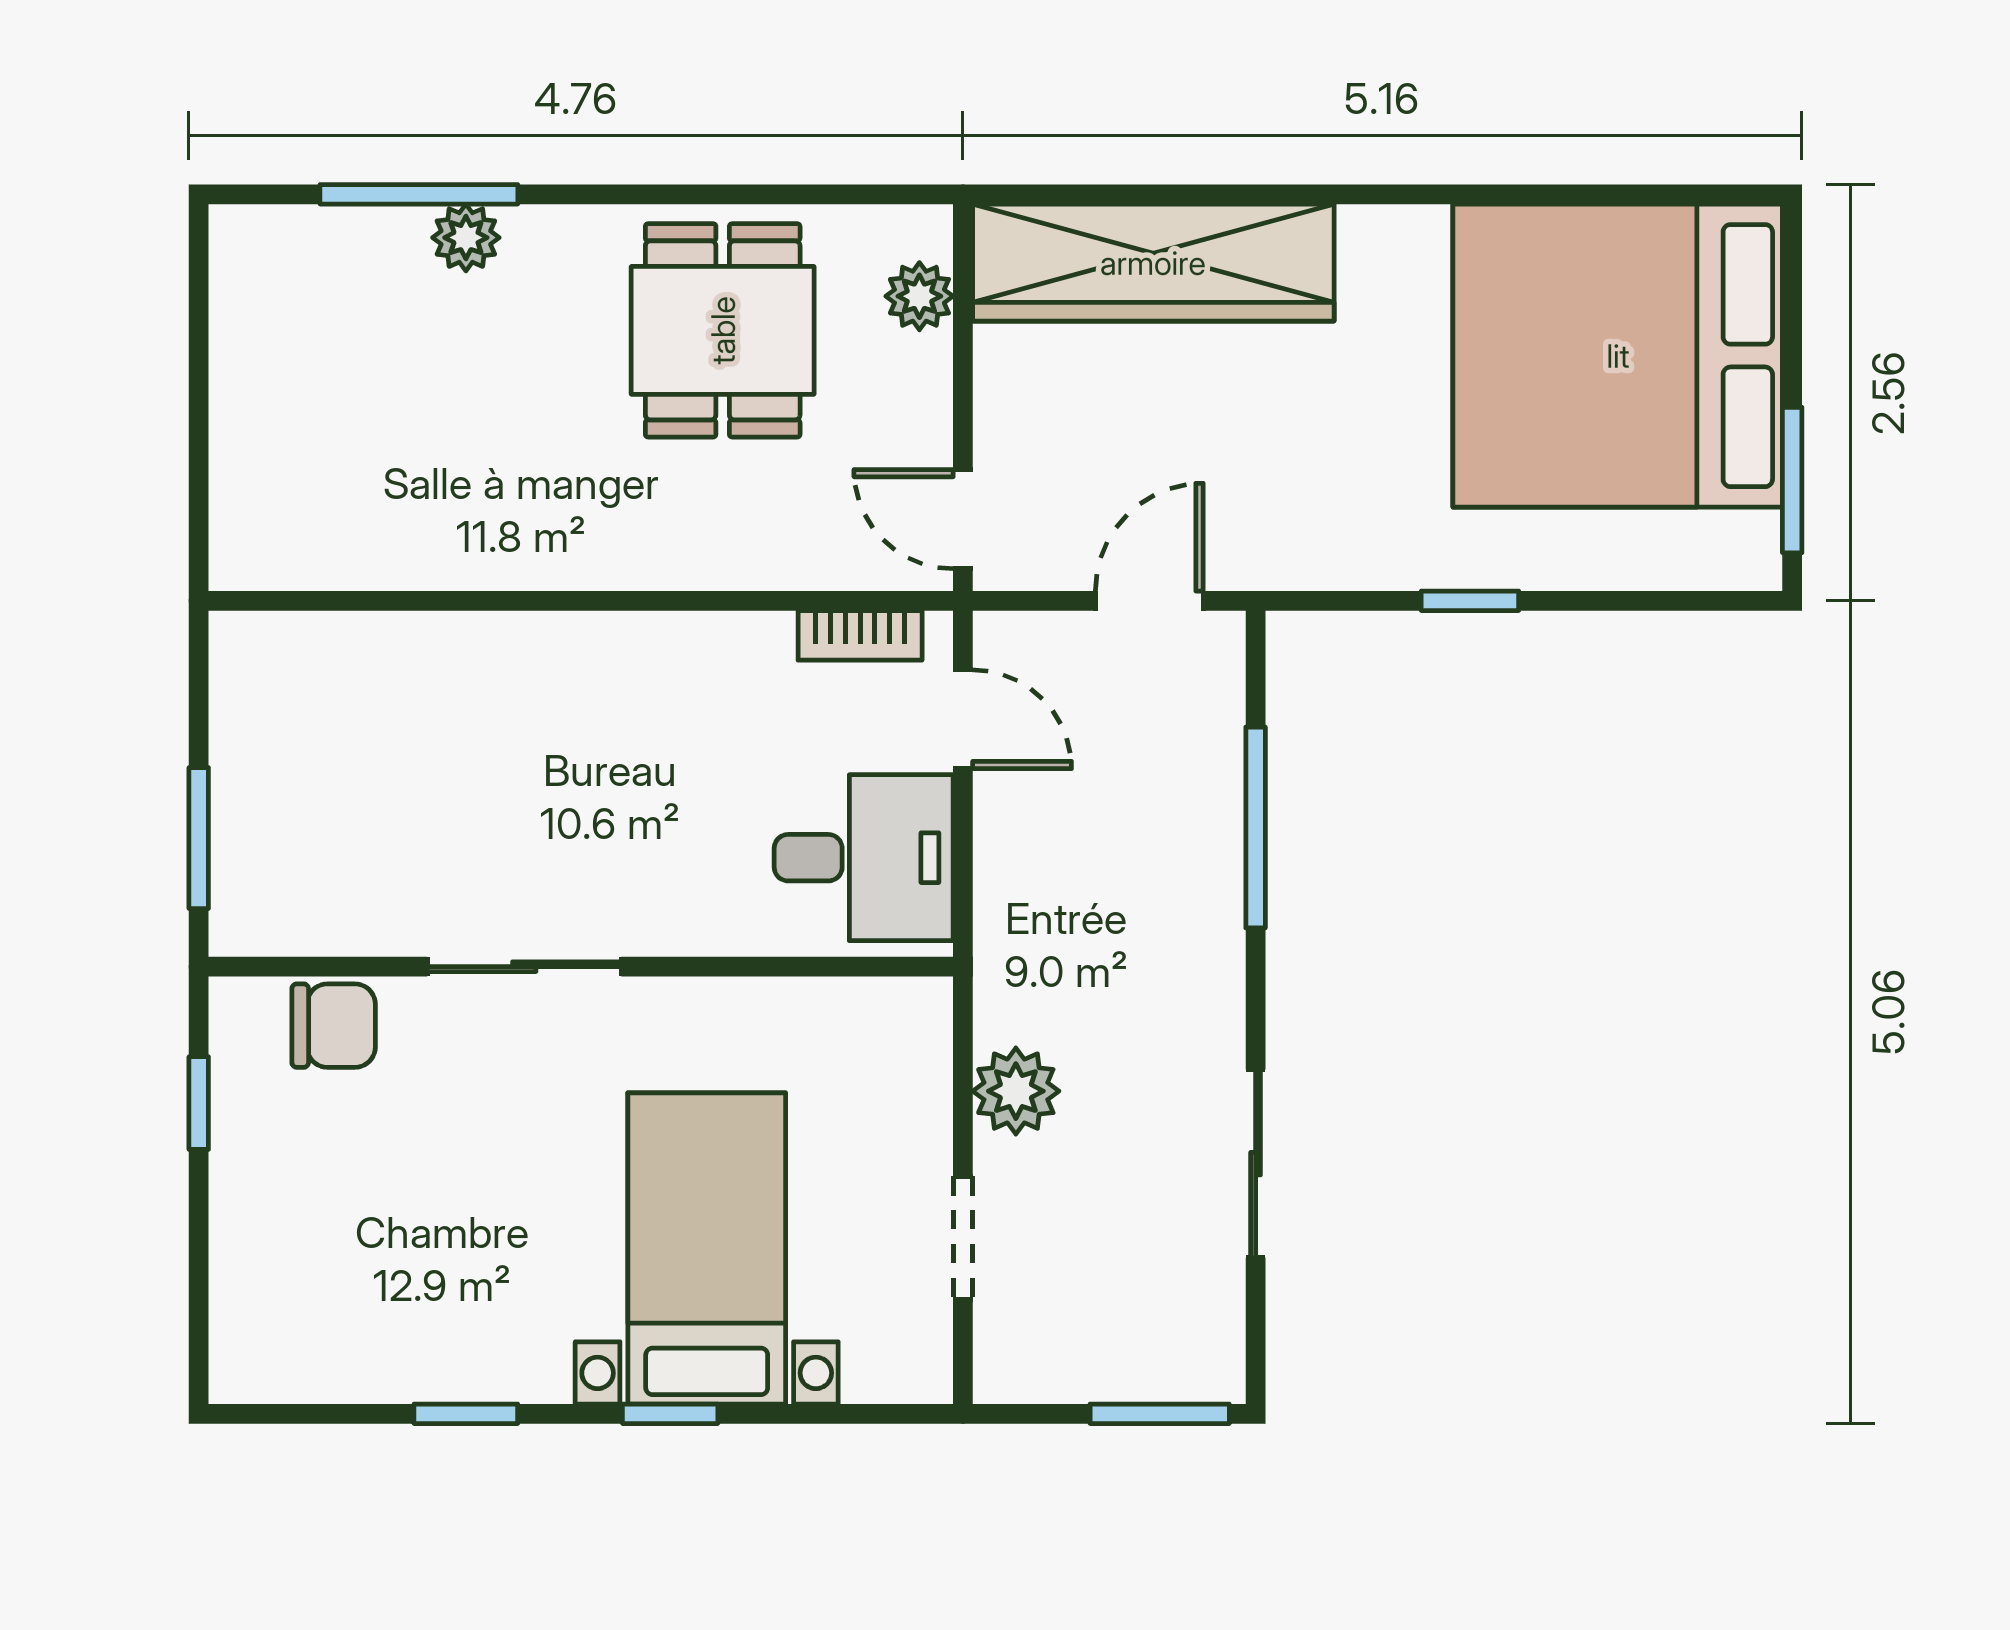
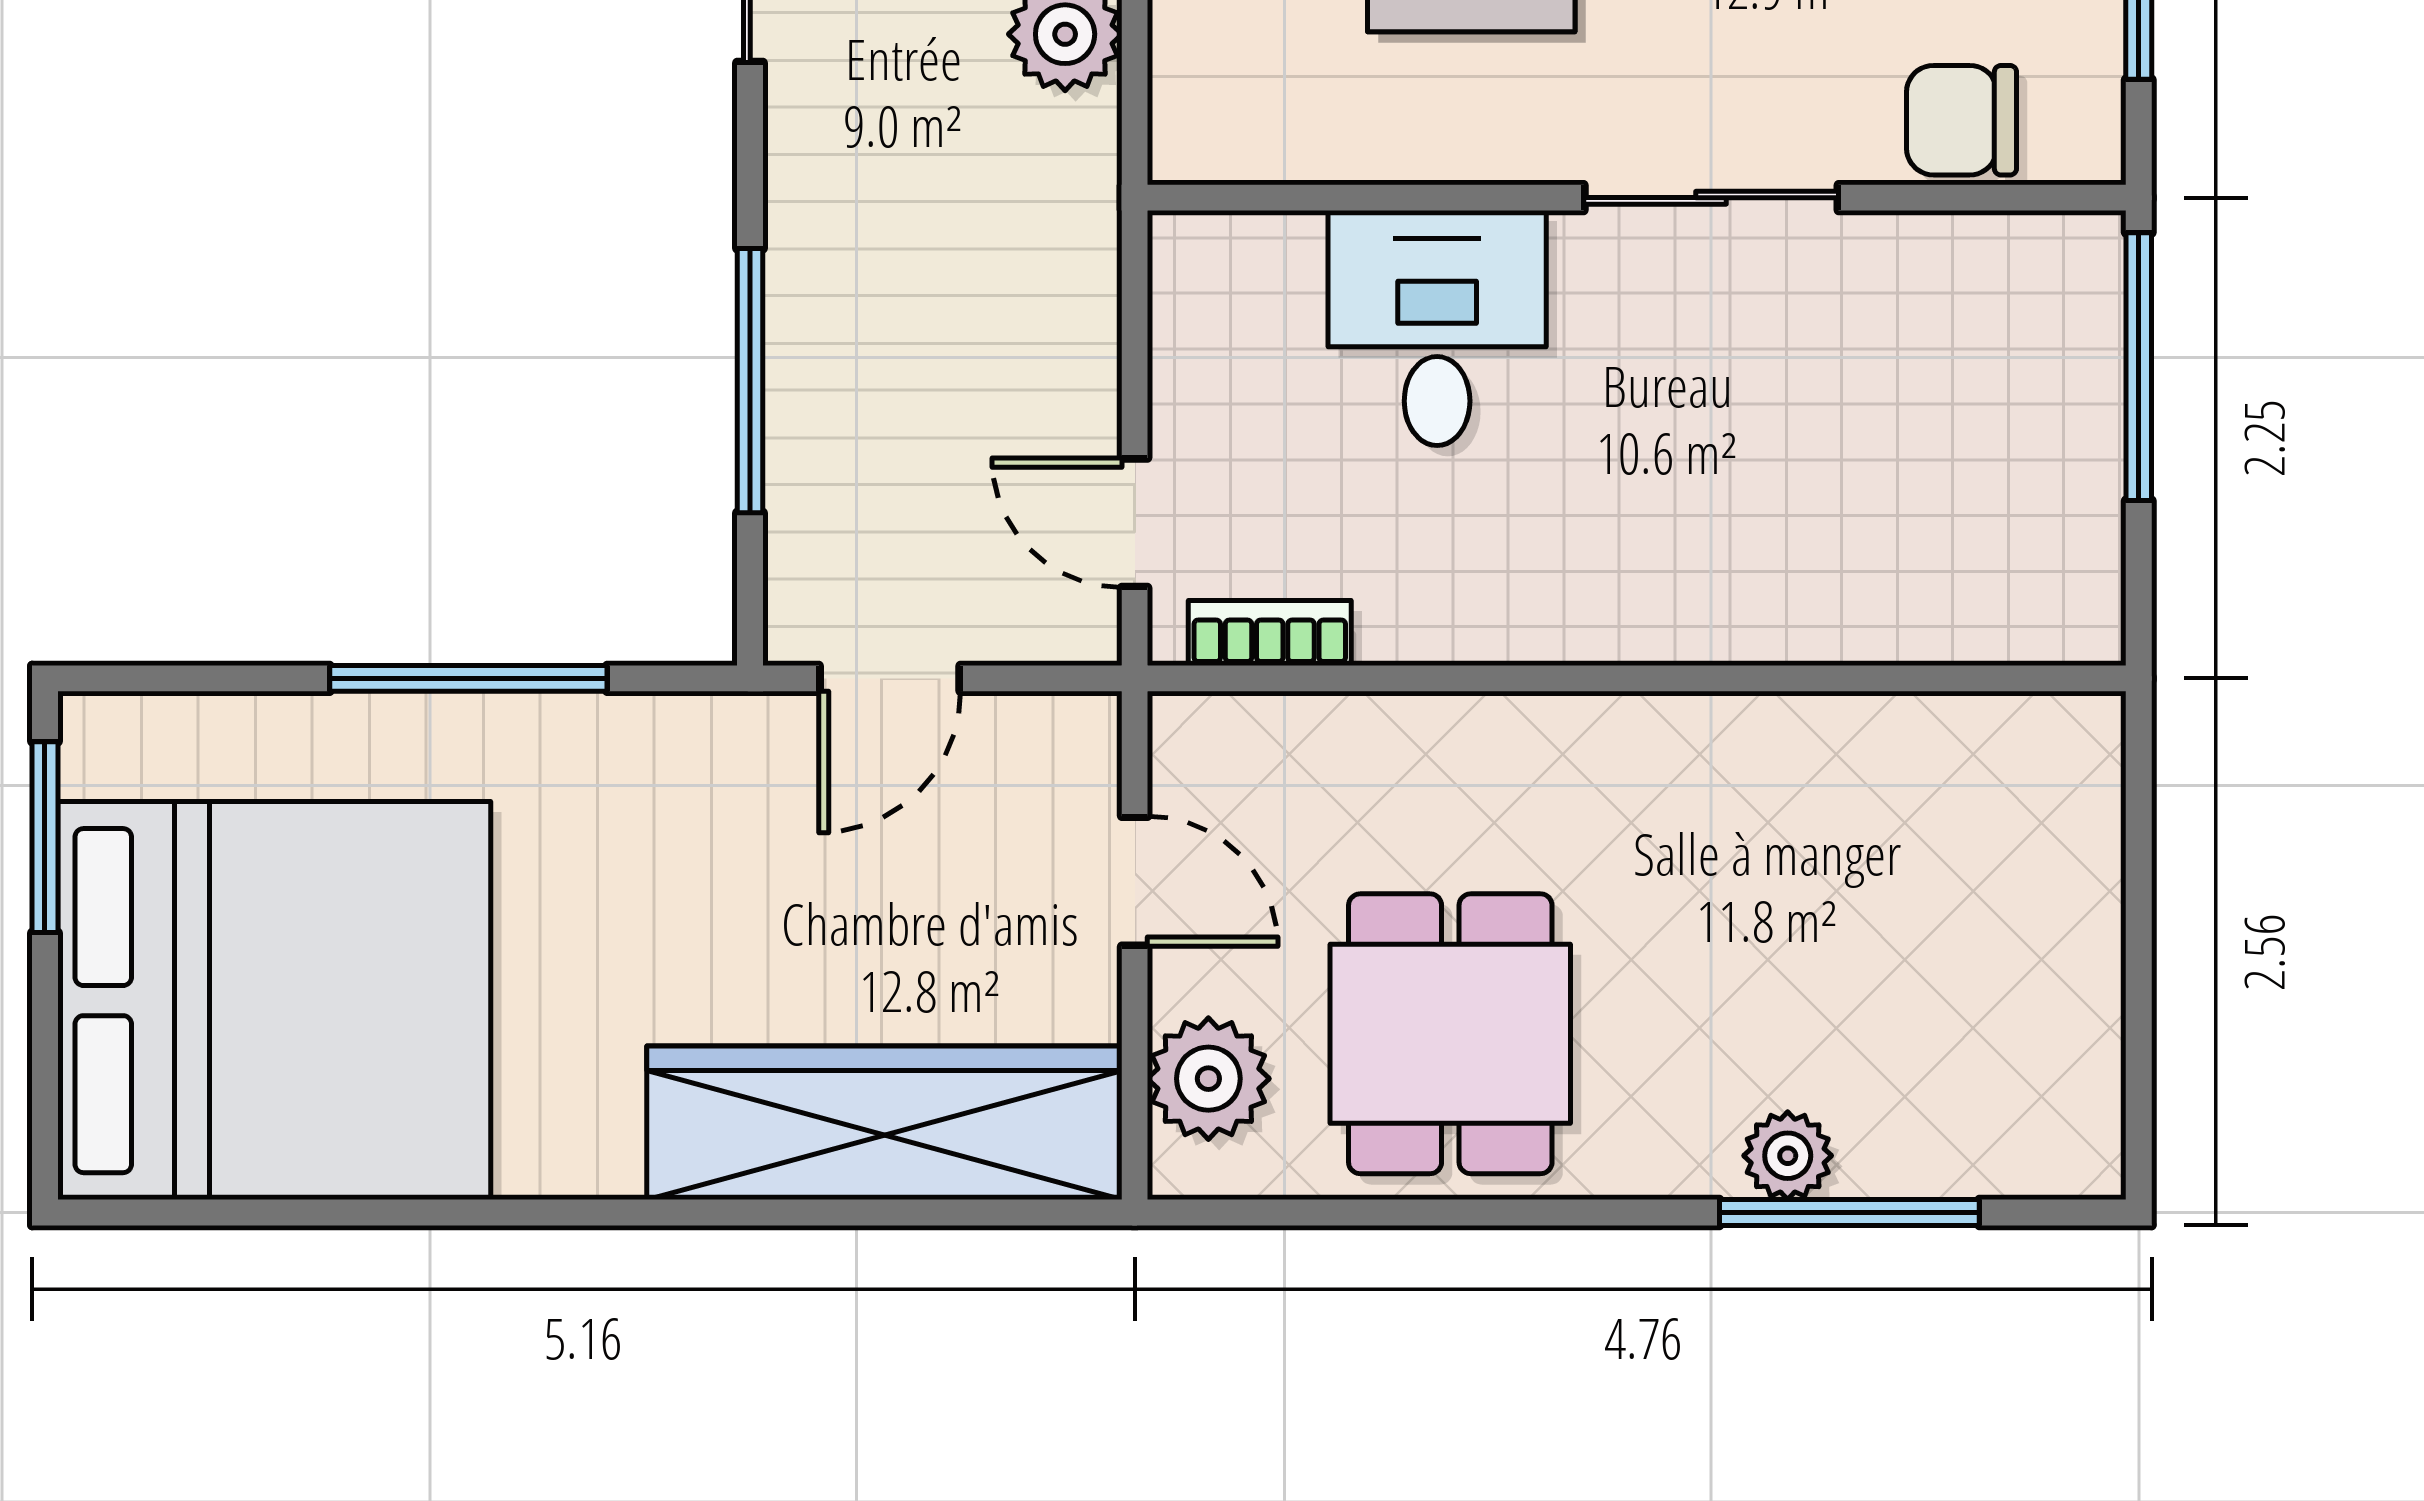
plant: (919, 296) -> (1208, 1079), width x1.38, depth x1.38
door: (963, 519) -> (1135, 881), moved
window: (1470, 601) -> (468, 678), width x2.17
window: (199, 838) -> (2139, 367), width x1.44
desk: (864, 858) -> (1437, 328), moved, turned 90

